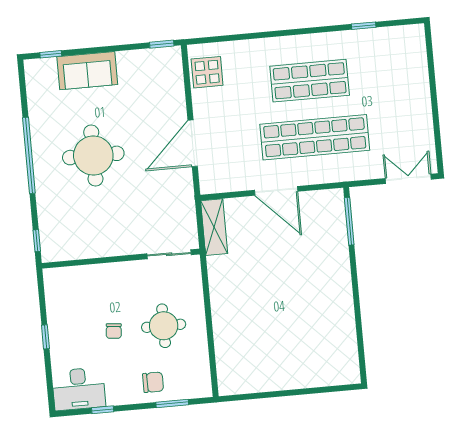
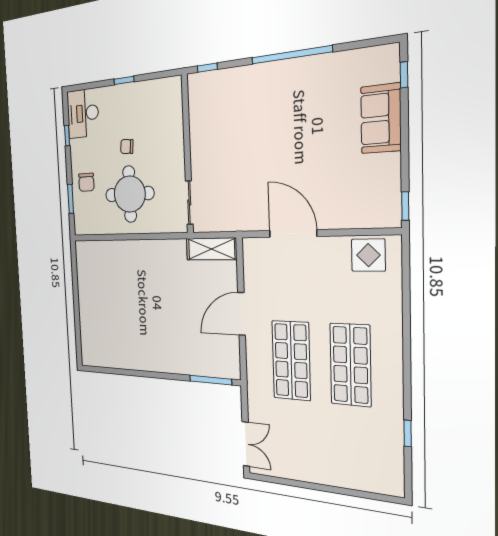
shop shelf: (315, 137) -> (291, 360), width x0.71
round table: (93, 155) -> (287, 126), removed
round table: (164, 326) -> (130, 194), width x1.36, depth x1.36

